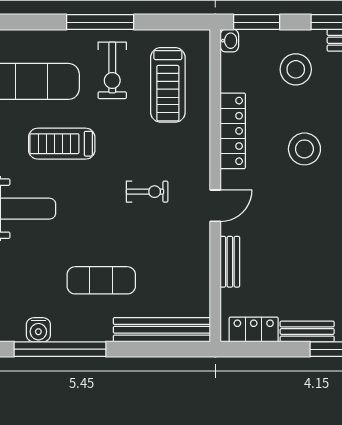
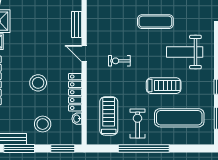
window: (100, 22) -> (144, 148), width x1.46
washbasin: (229, 41) -> (77, 119), moved
door: (215, 206) -> (84, 54), hinge flipped
exercise mat: (101, 280) -> (155, 22), moved

